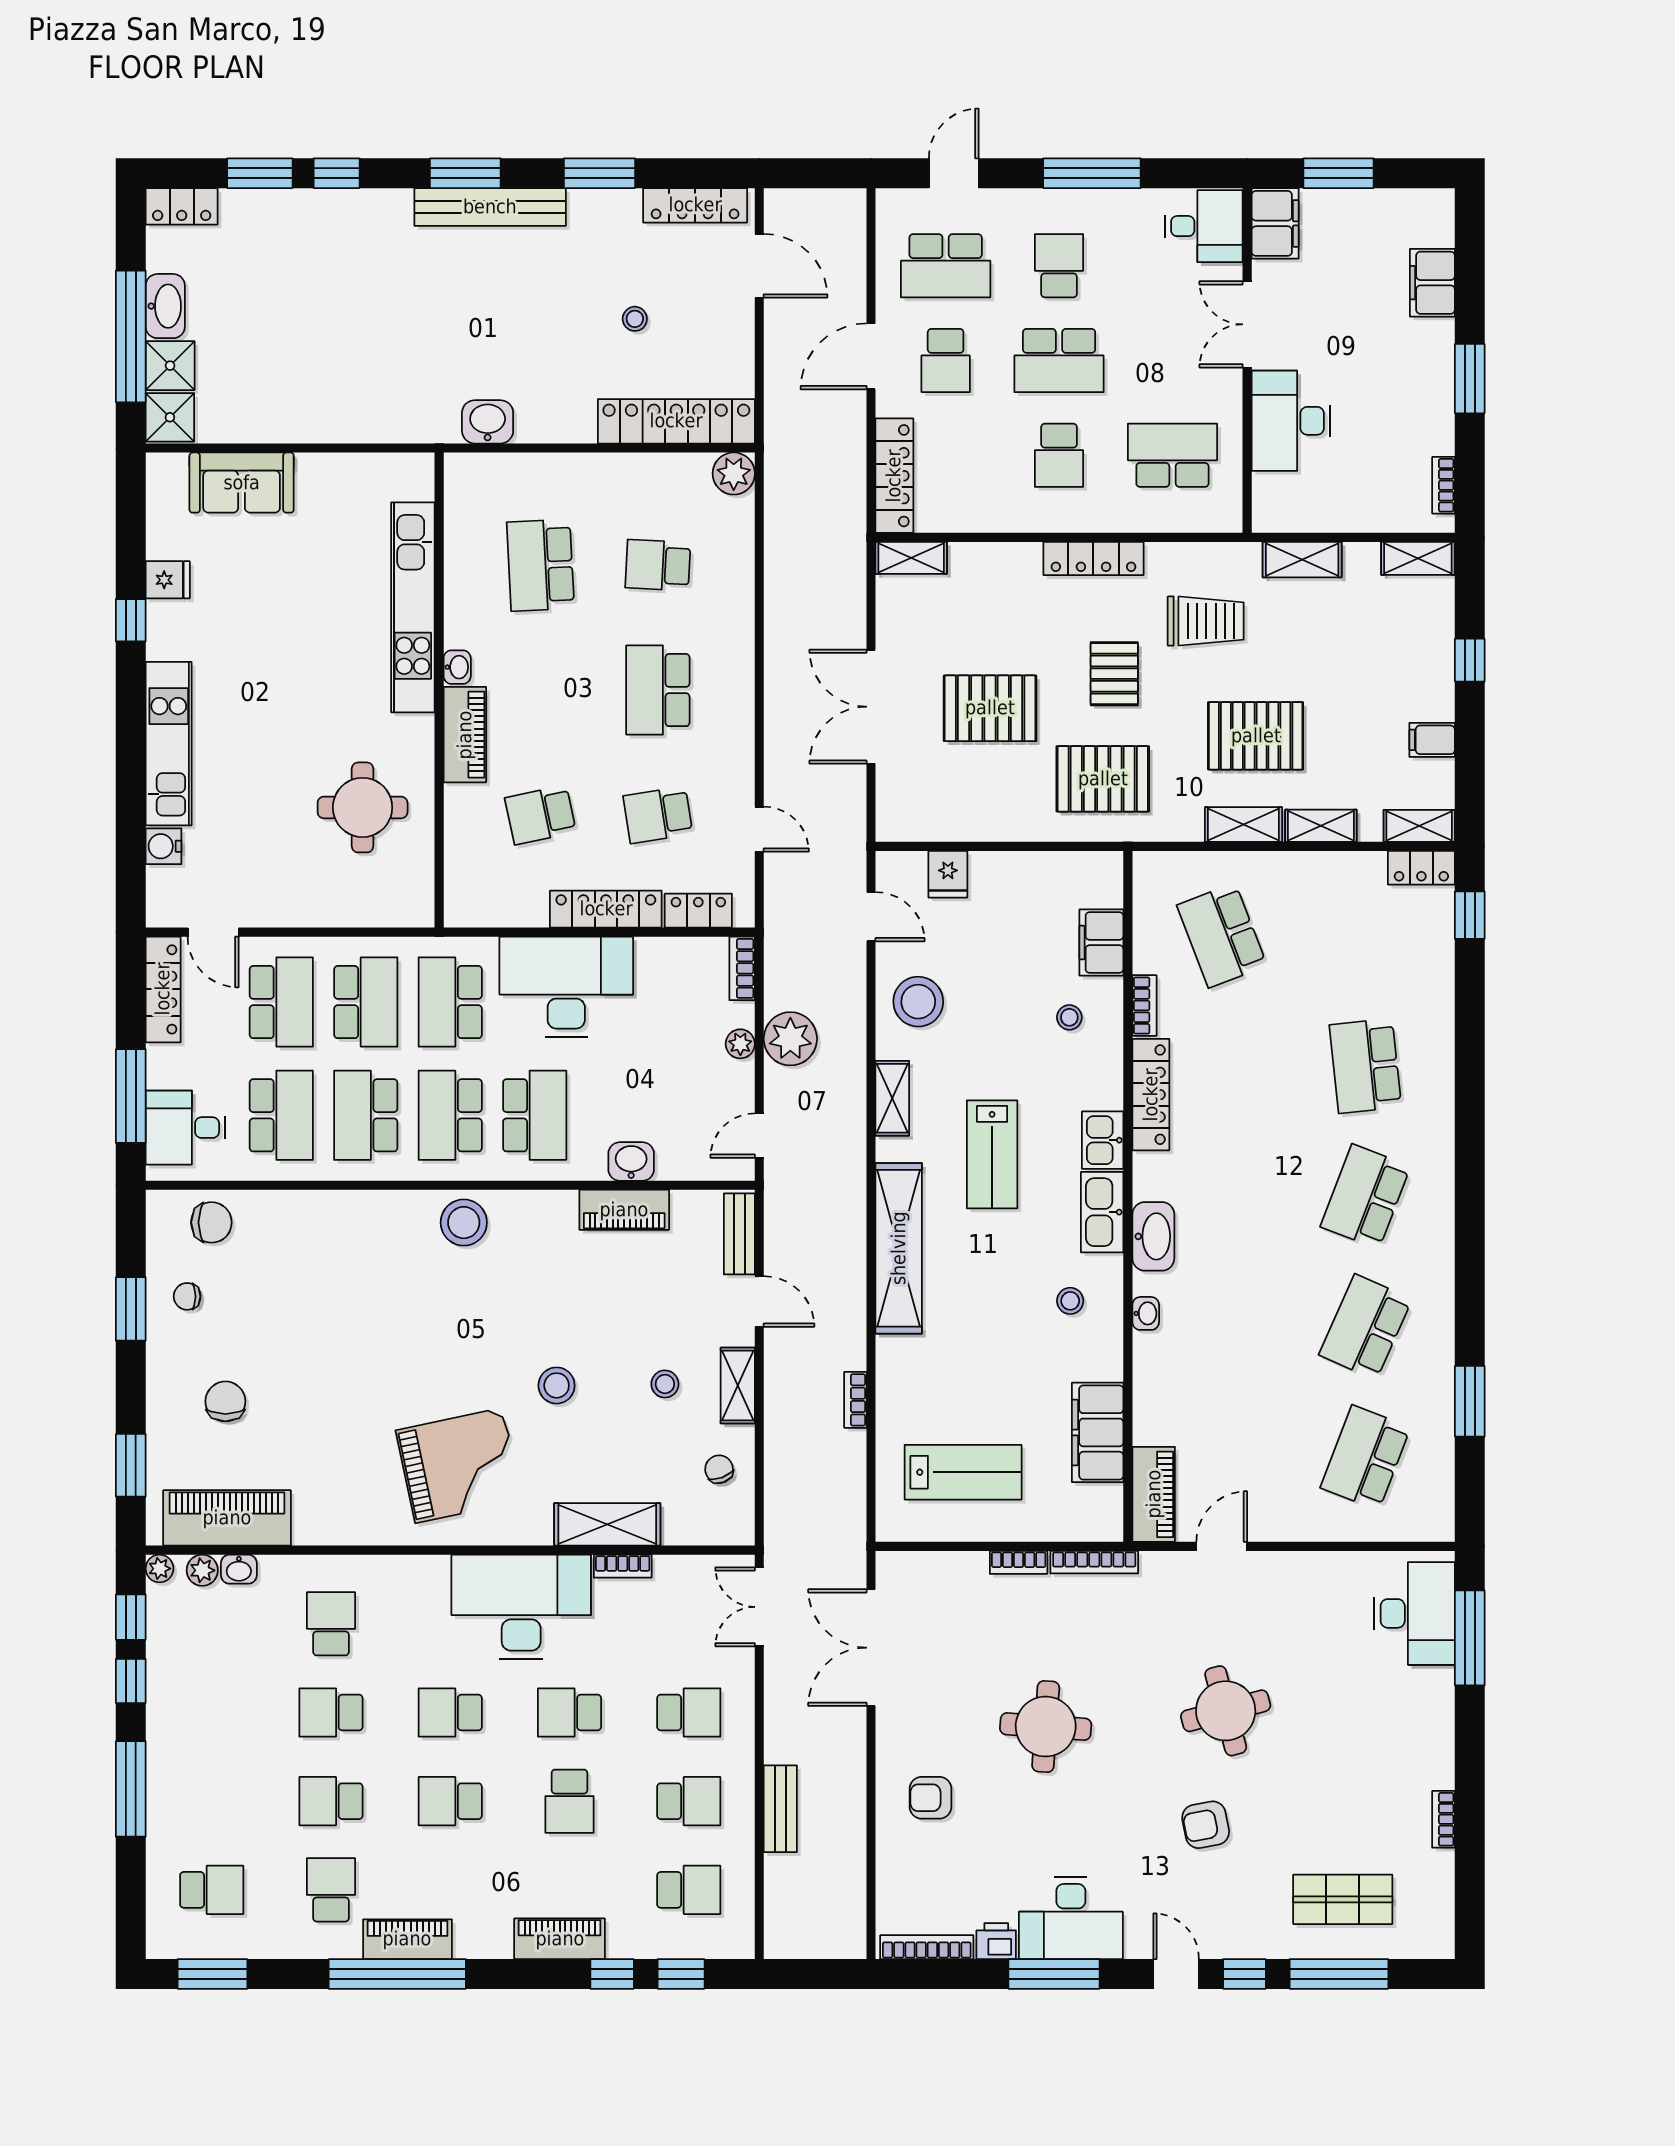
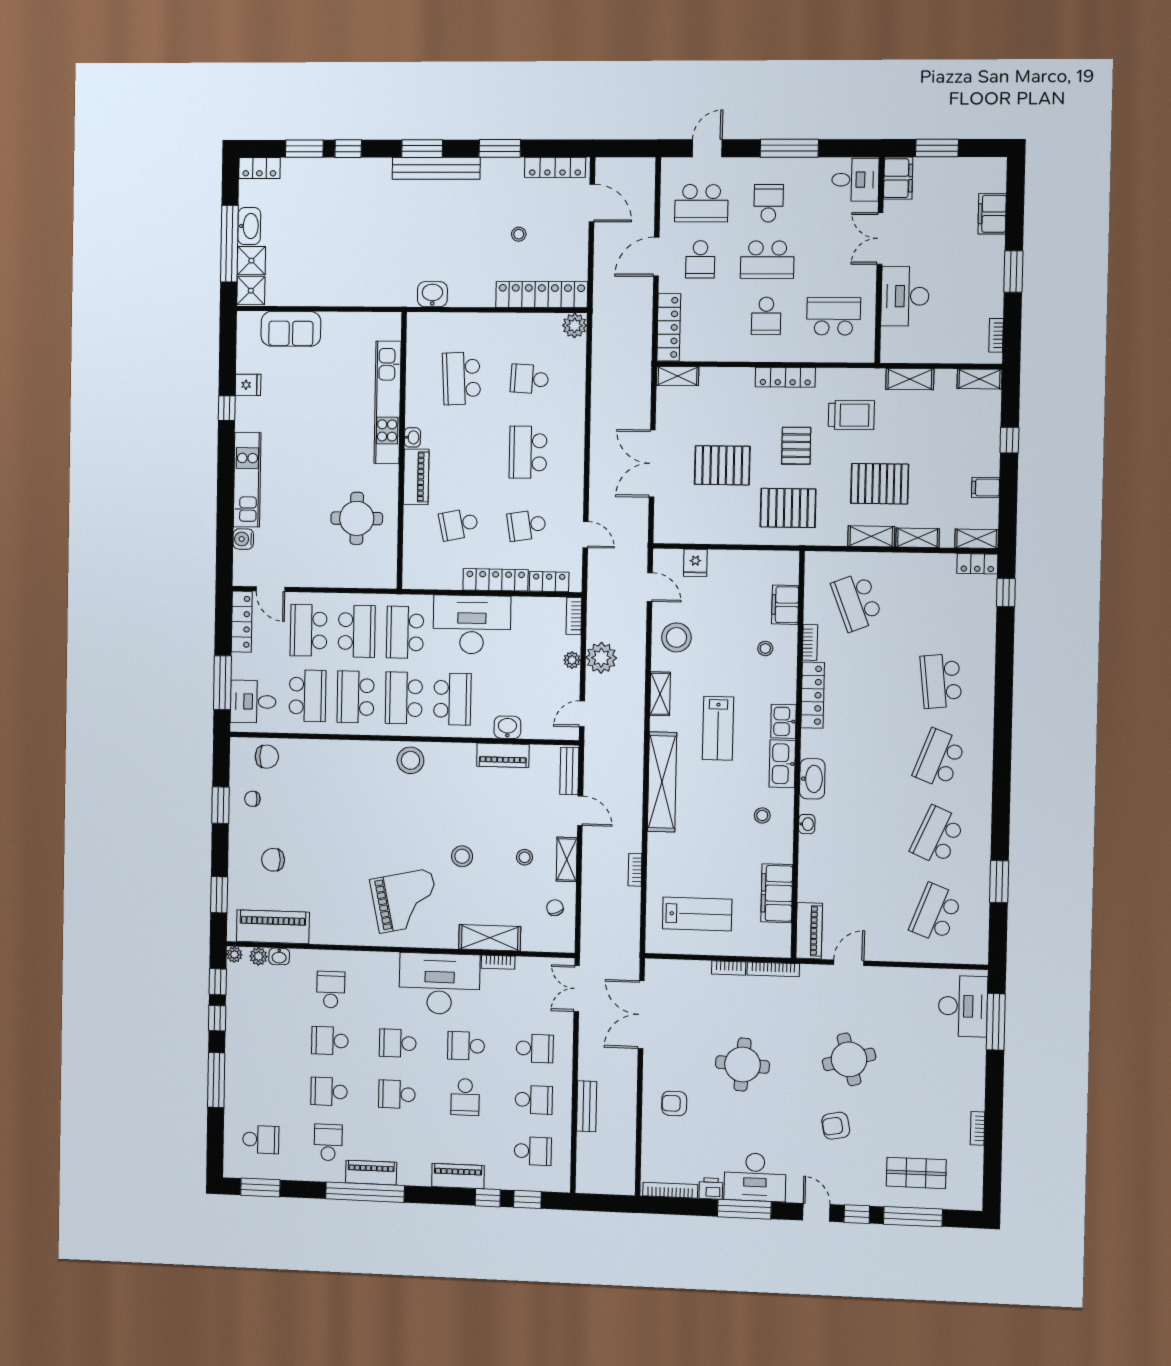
school desk: (281, 1002) -> (309, 630), turned 180
chair: (225, 1401) -> (273, 860), turned -90

